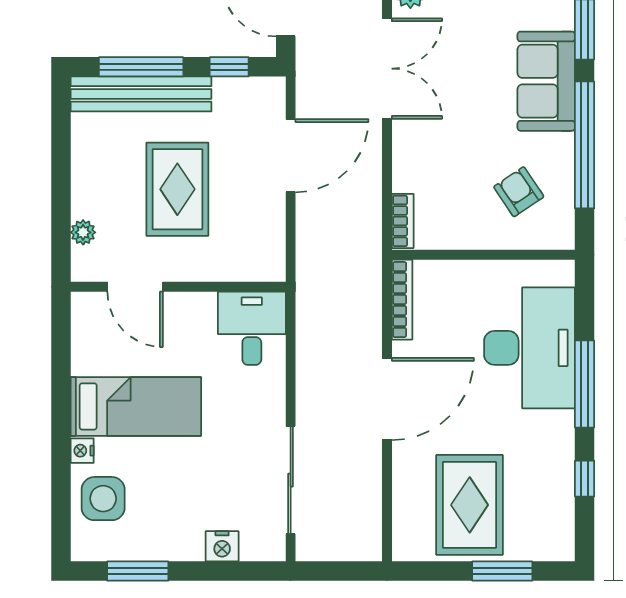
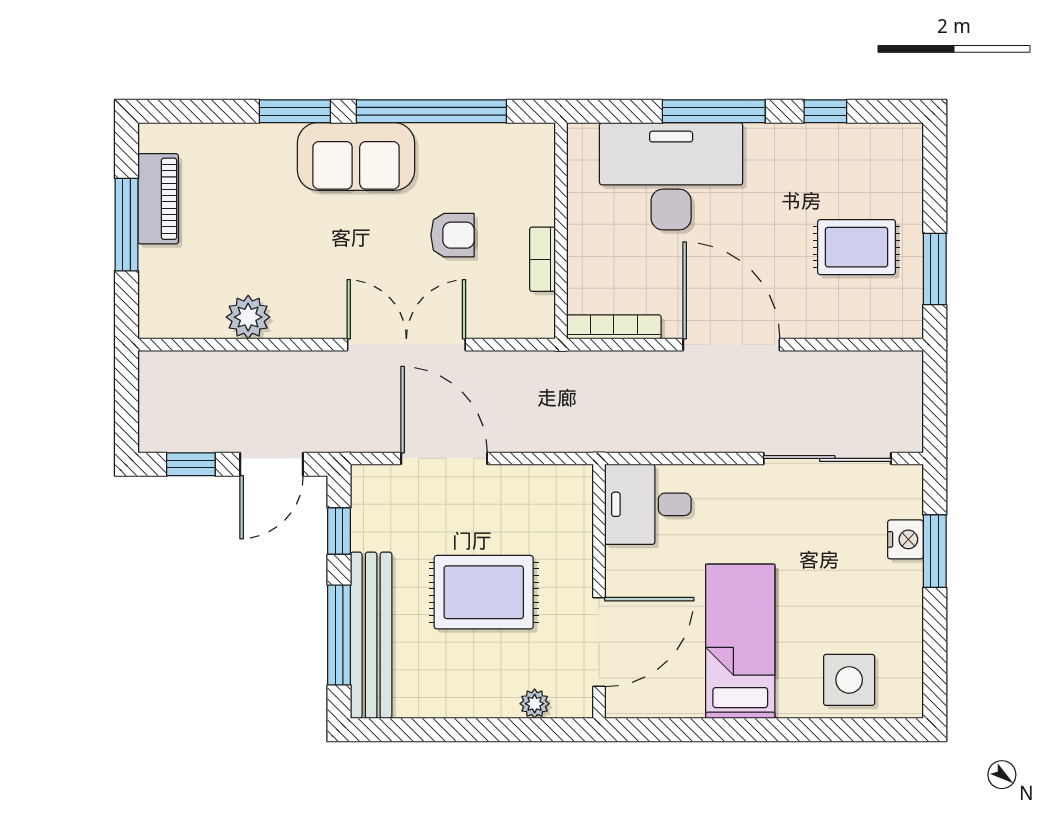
double door: (387, 69) -> (406, 345), moved
armchair: (519, 192) -> (452, 235), moved, turned -146
bookcase: (403, 221) -> (542, 259), moved, turned -90
door: (135, 287) -> (599, 642), width x1.36
nightstand: (82, 451) -> (792, 705), removed
rug: (470, 505) -> (857, 247), width x0.73, depth x0.70
window: (138, 571) -> (935, 551), moved
window: (502, 571) -> (935, 269), moved

